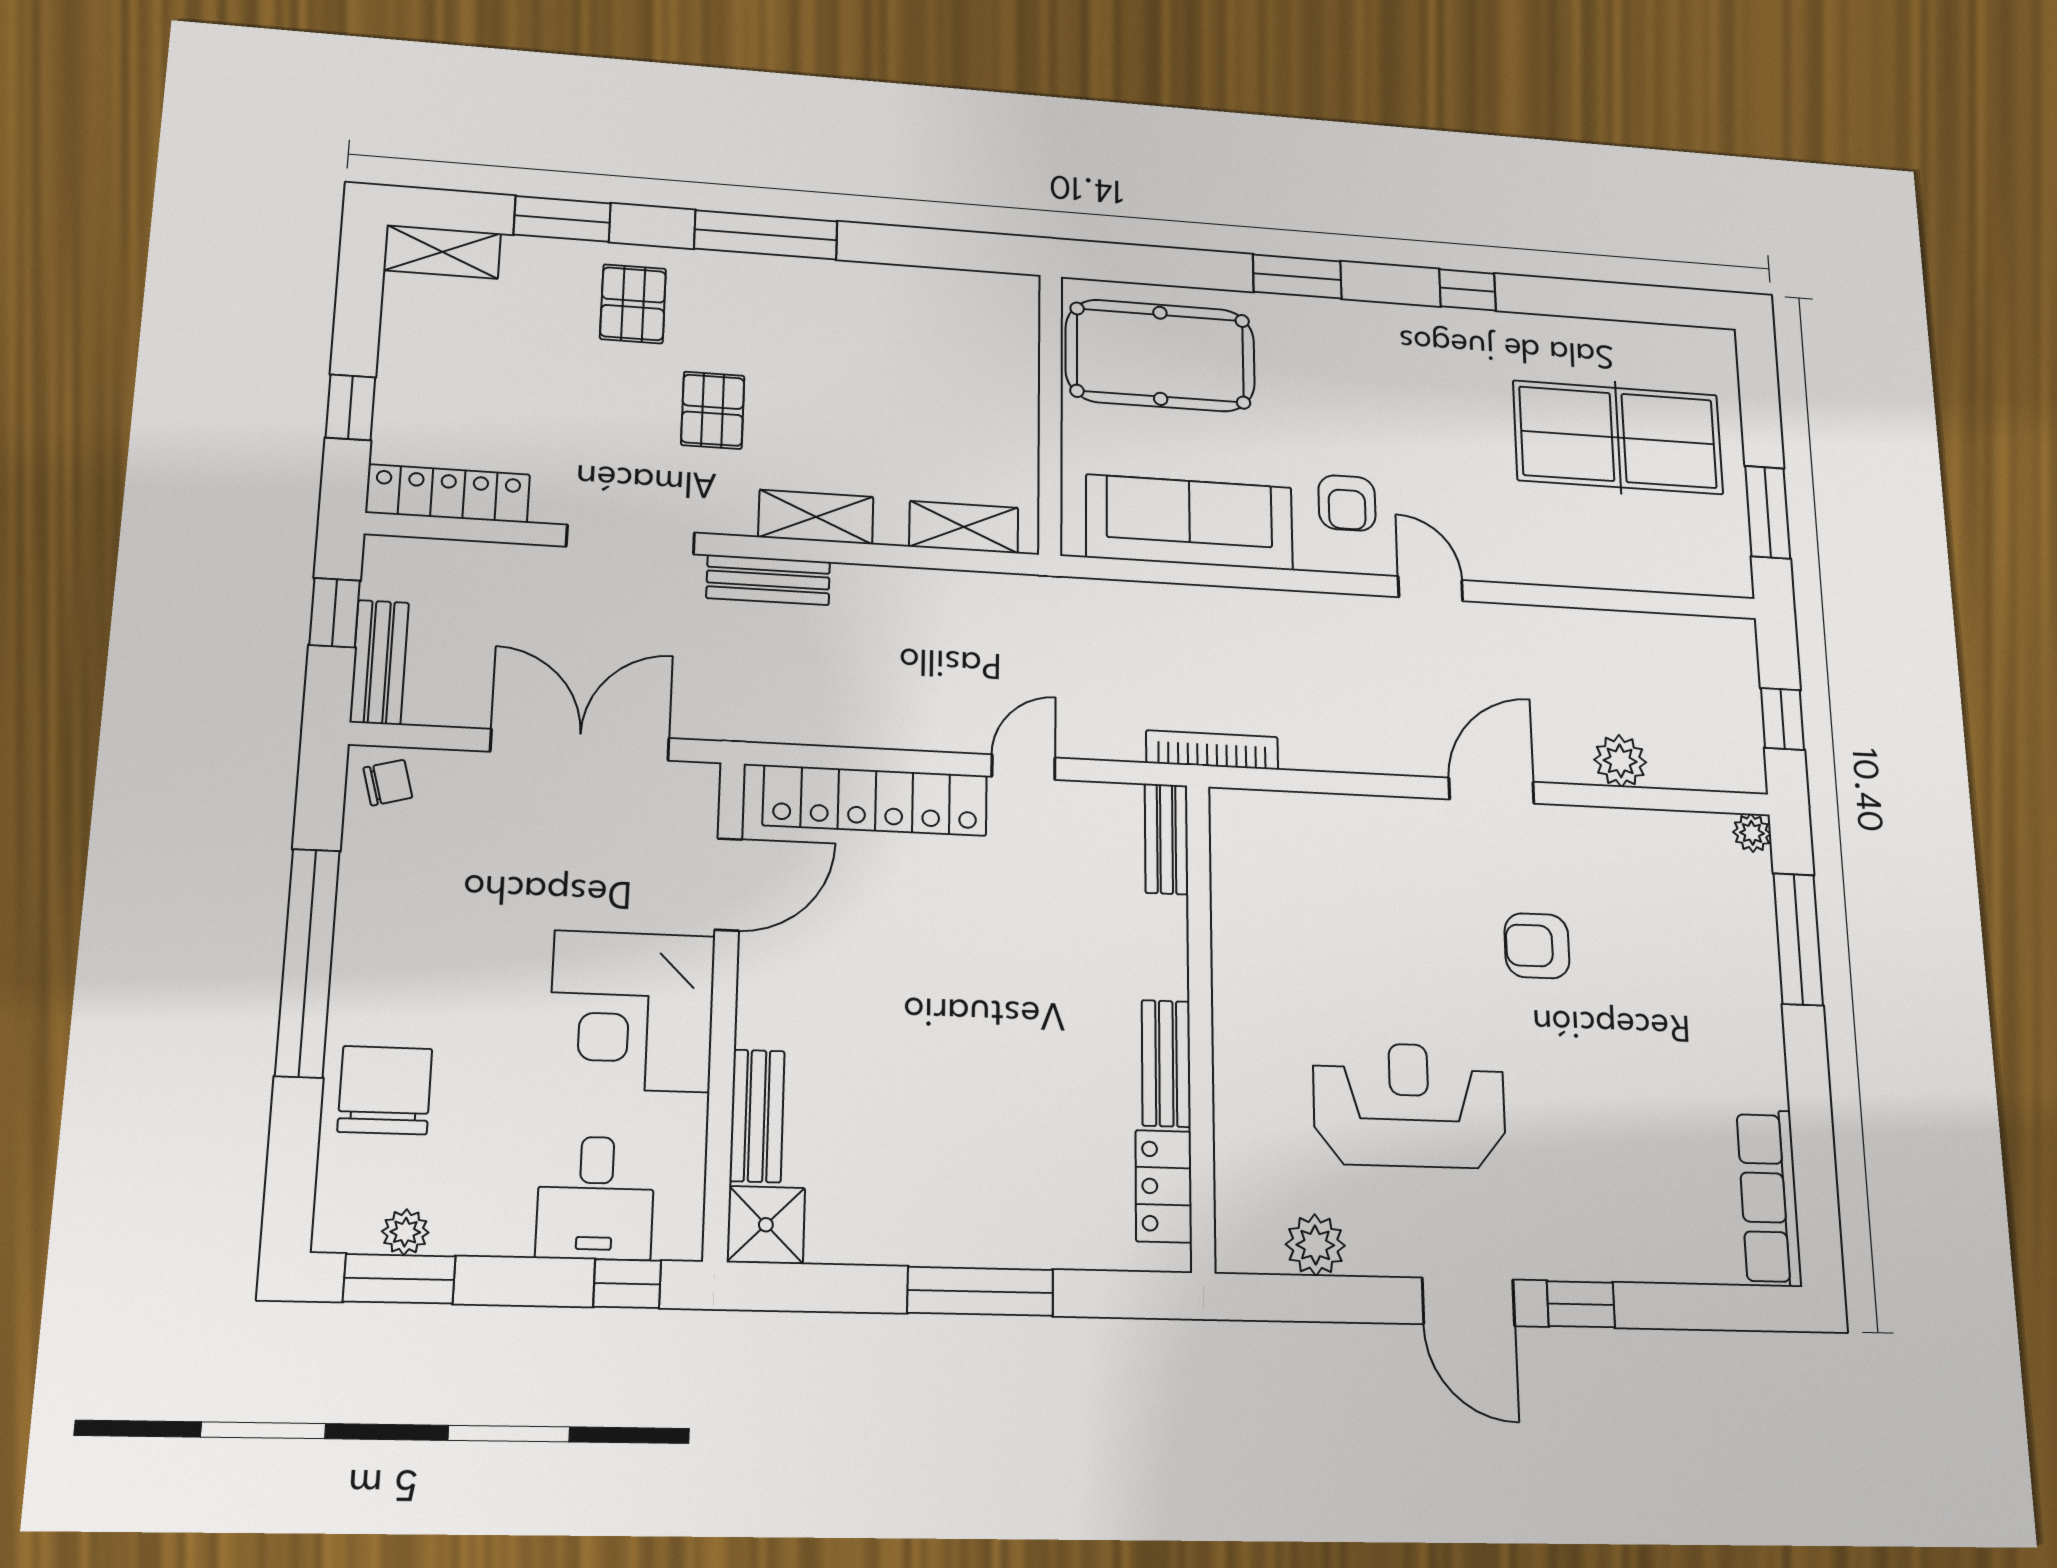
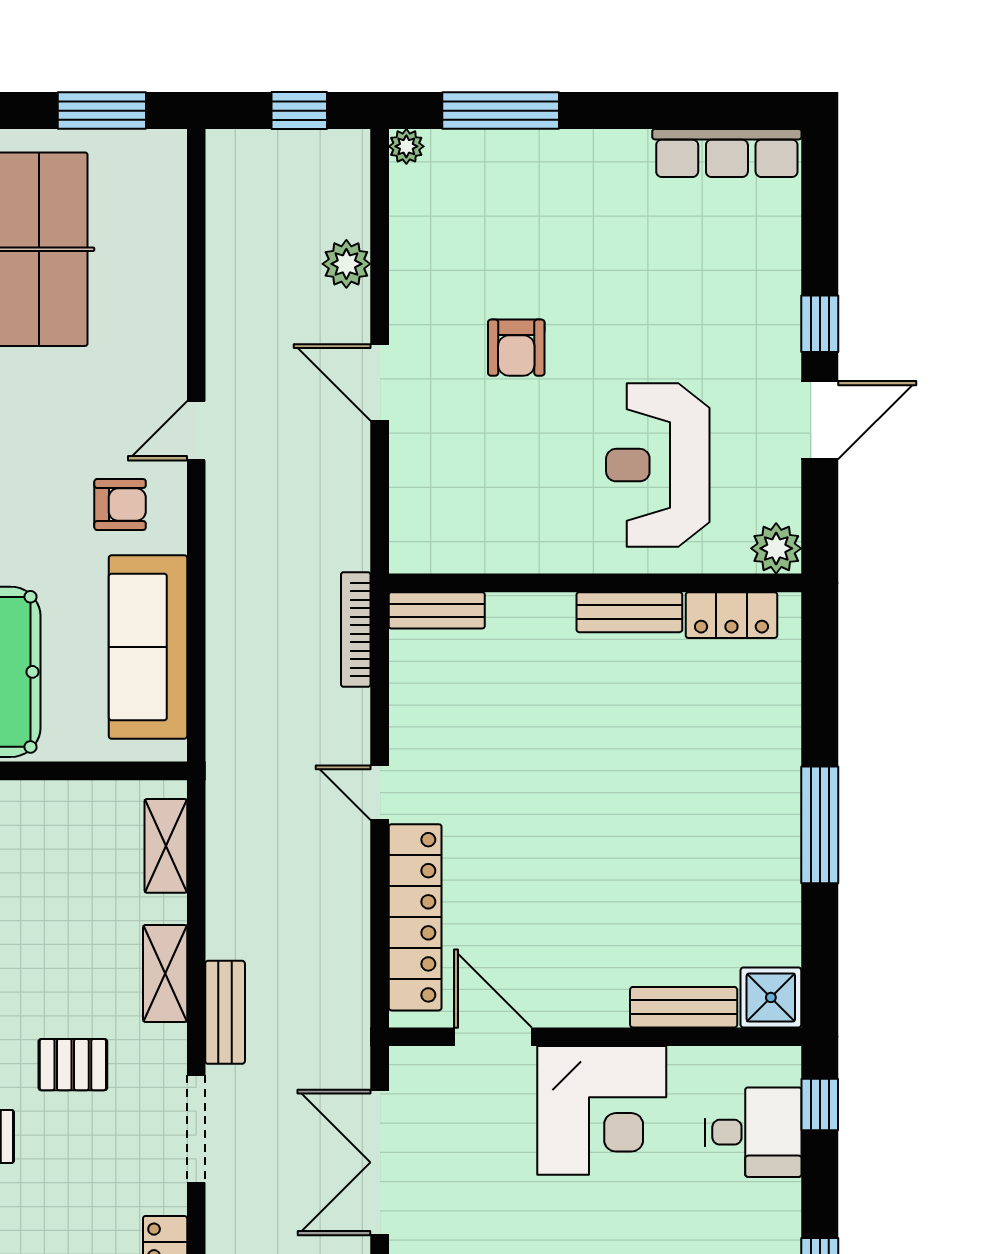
bench: (1166, 839) -> (437, 610), moved
wall: (1200, 1024) -> (595, 583), moved
bench: (1166, 1063) -> (629, 612), moved
locker: (1164, 1186) -> (731, 615), moved

